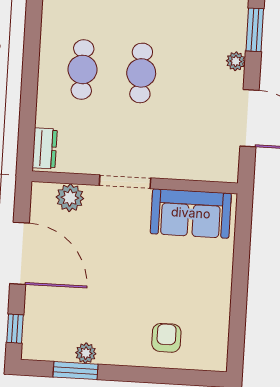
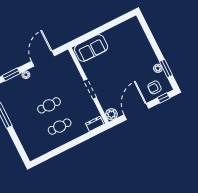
plant: (70, 198) -> (111, 114), moved
sofa: (191, 213) -> (91, 48), moved, turned 90
armchair: (166, 338) -> (154, 87), moved

